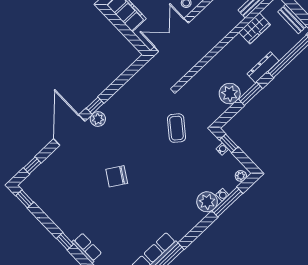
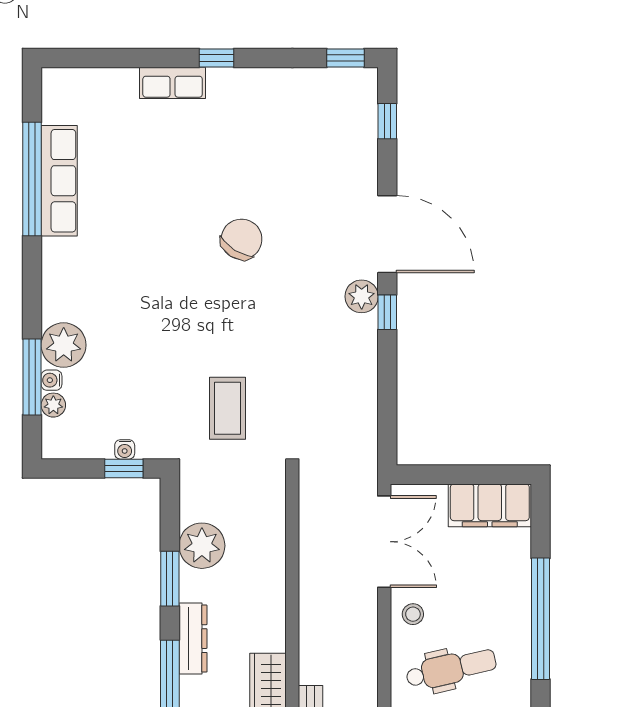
coffee table: (177, 128) -> (228, 408), turned 52
plant: (241, 176) -> (53, 405), moved

